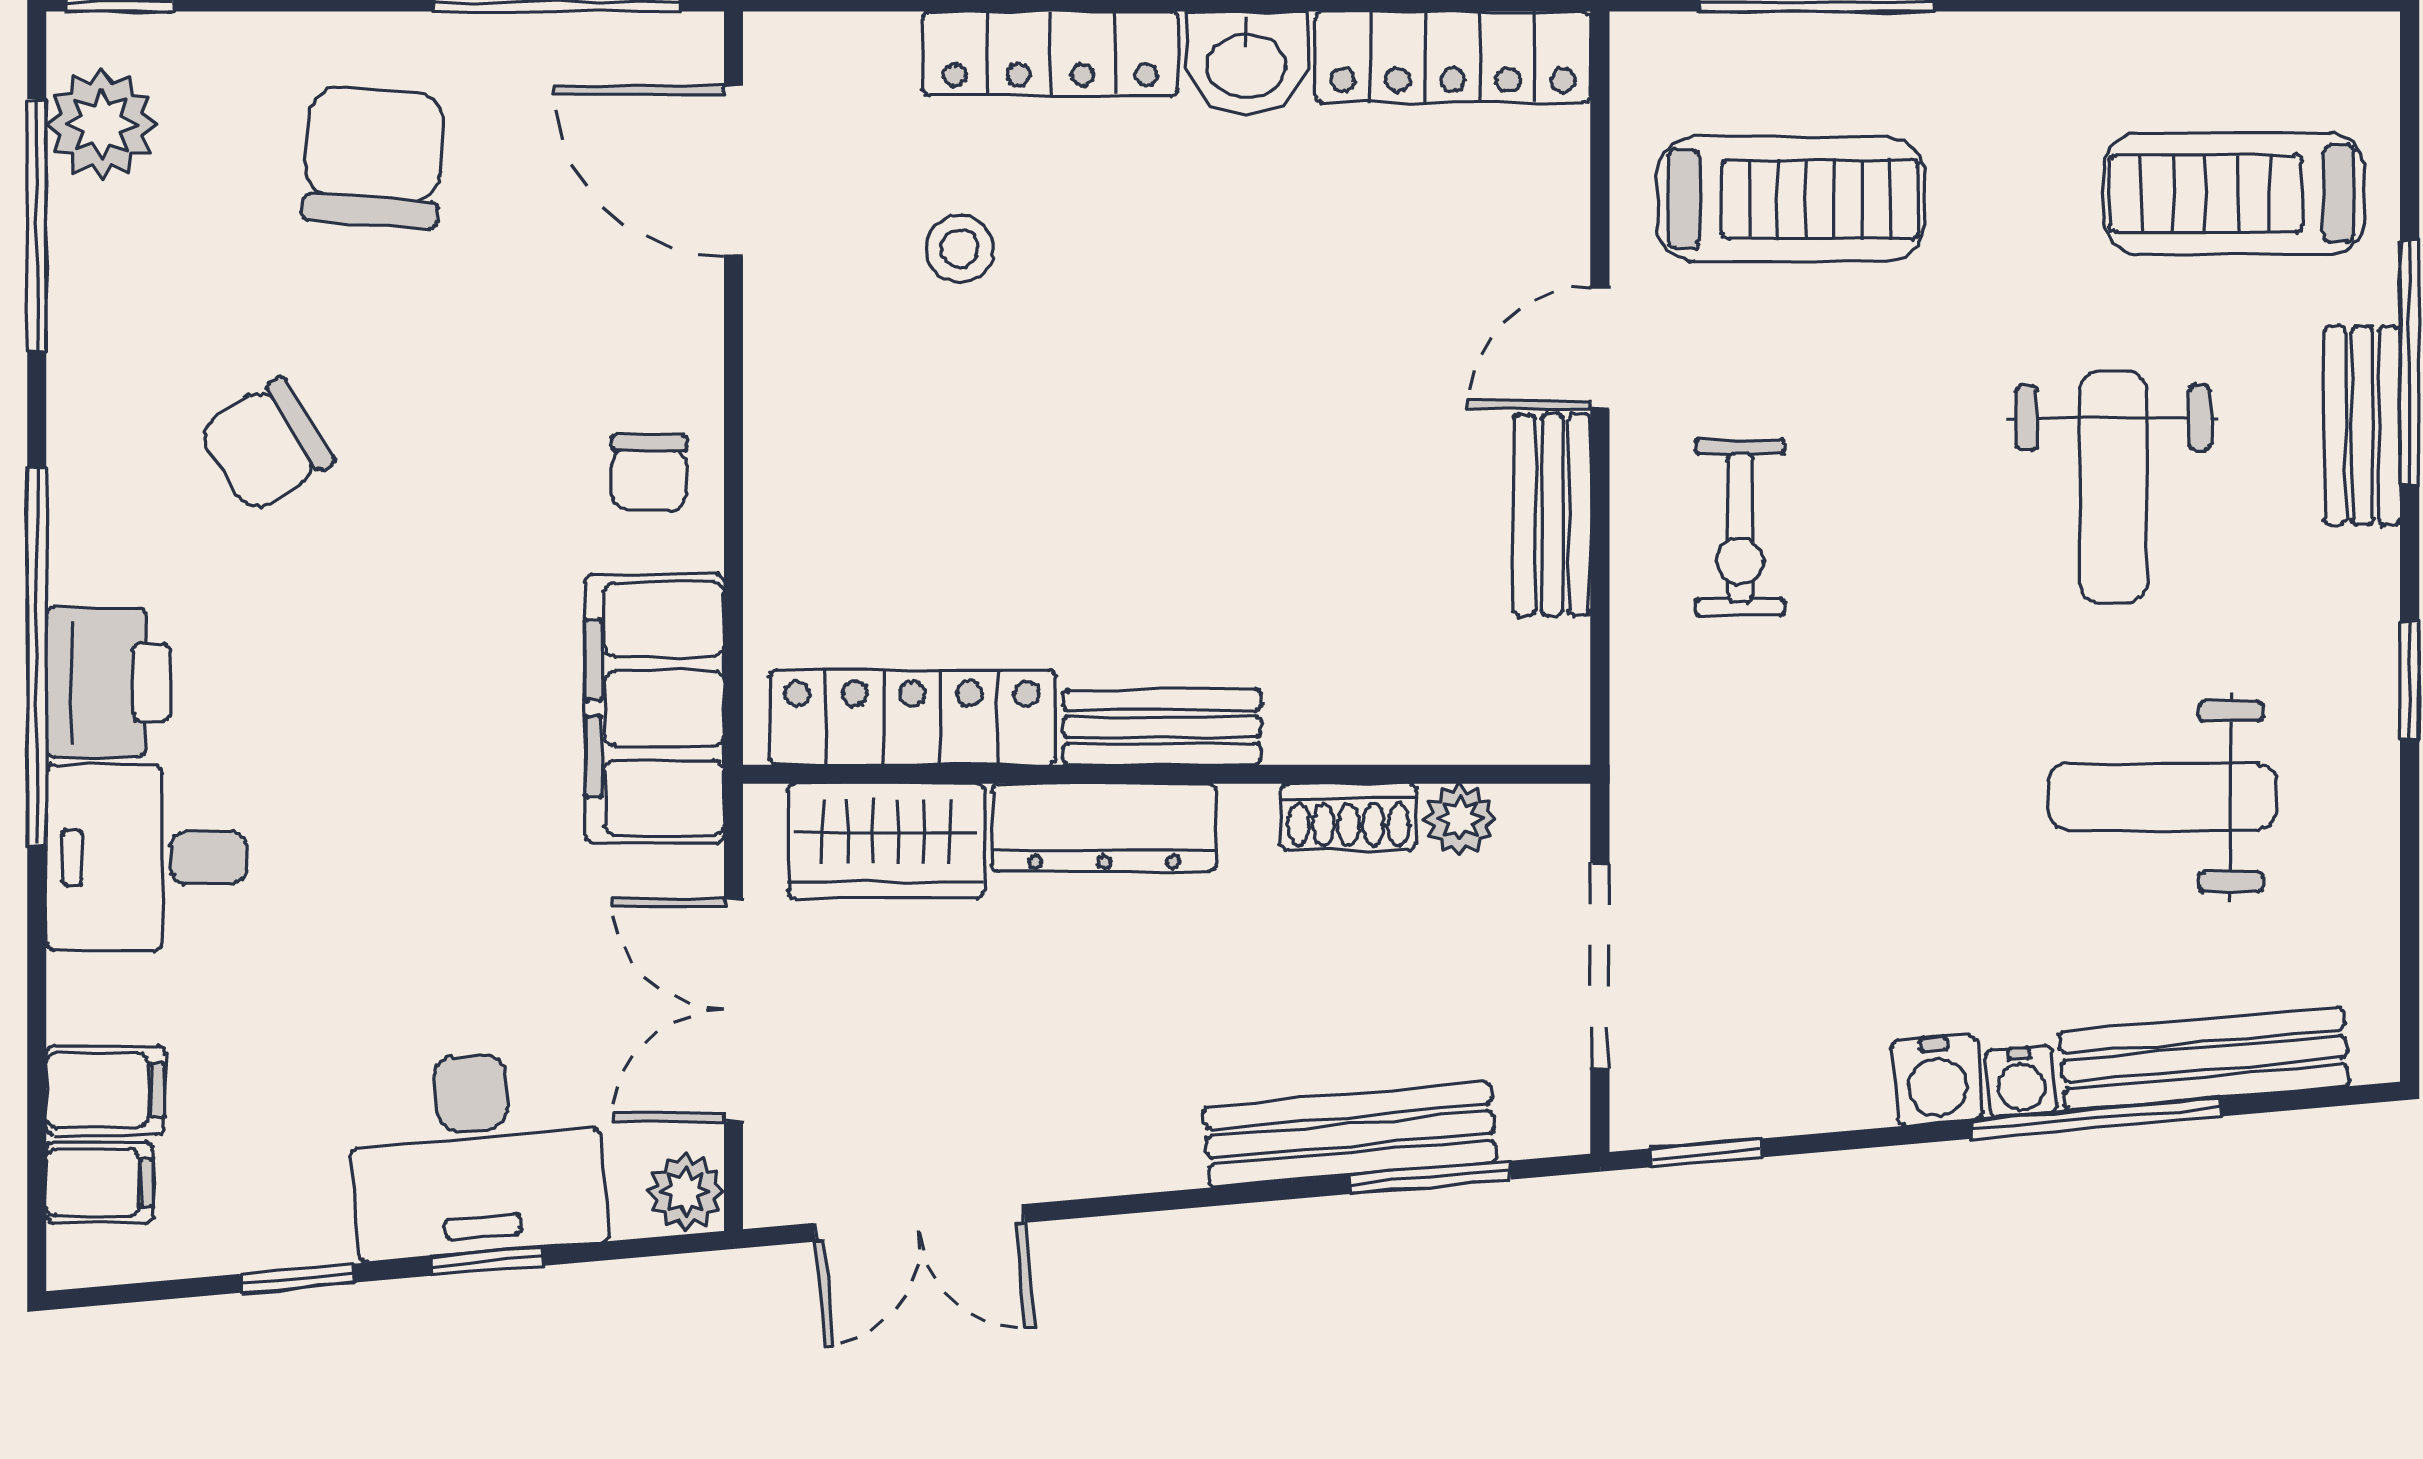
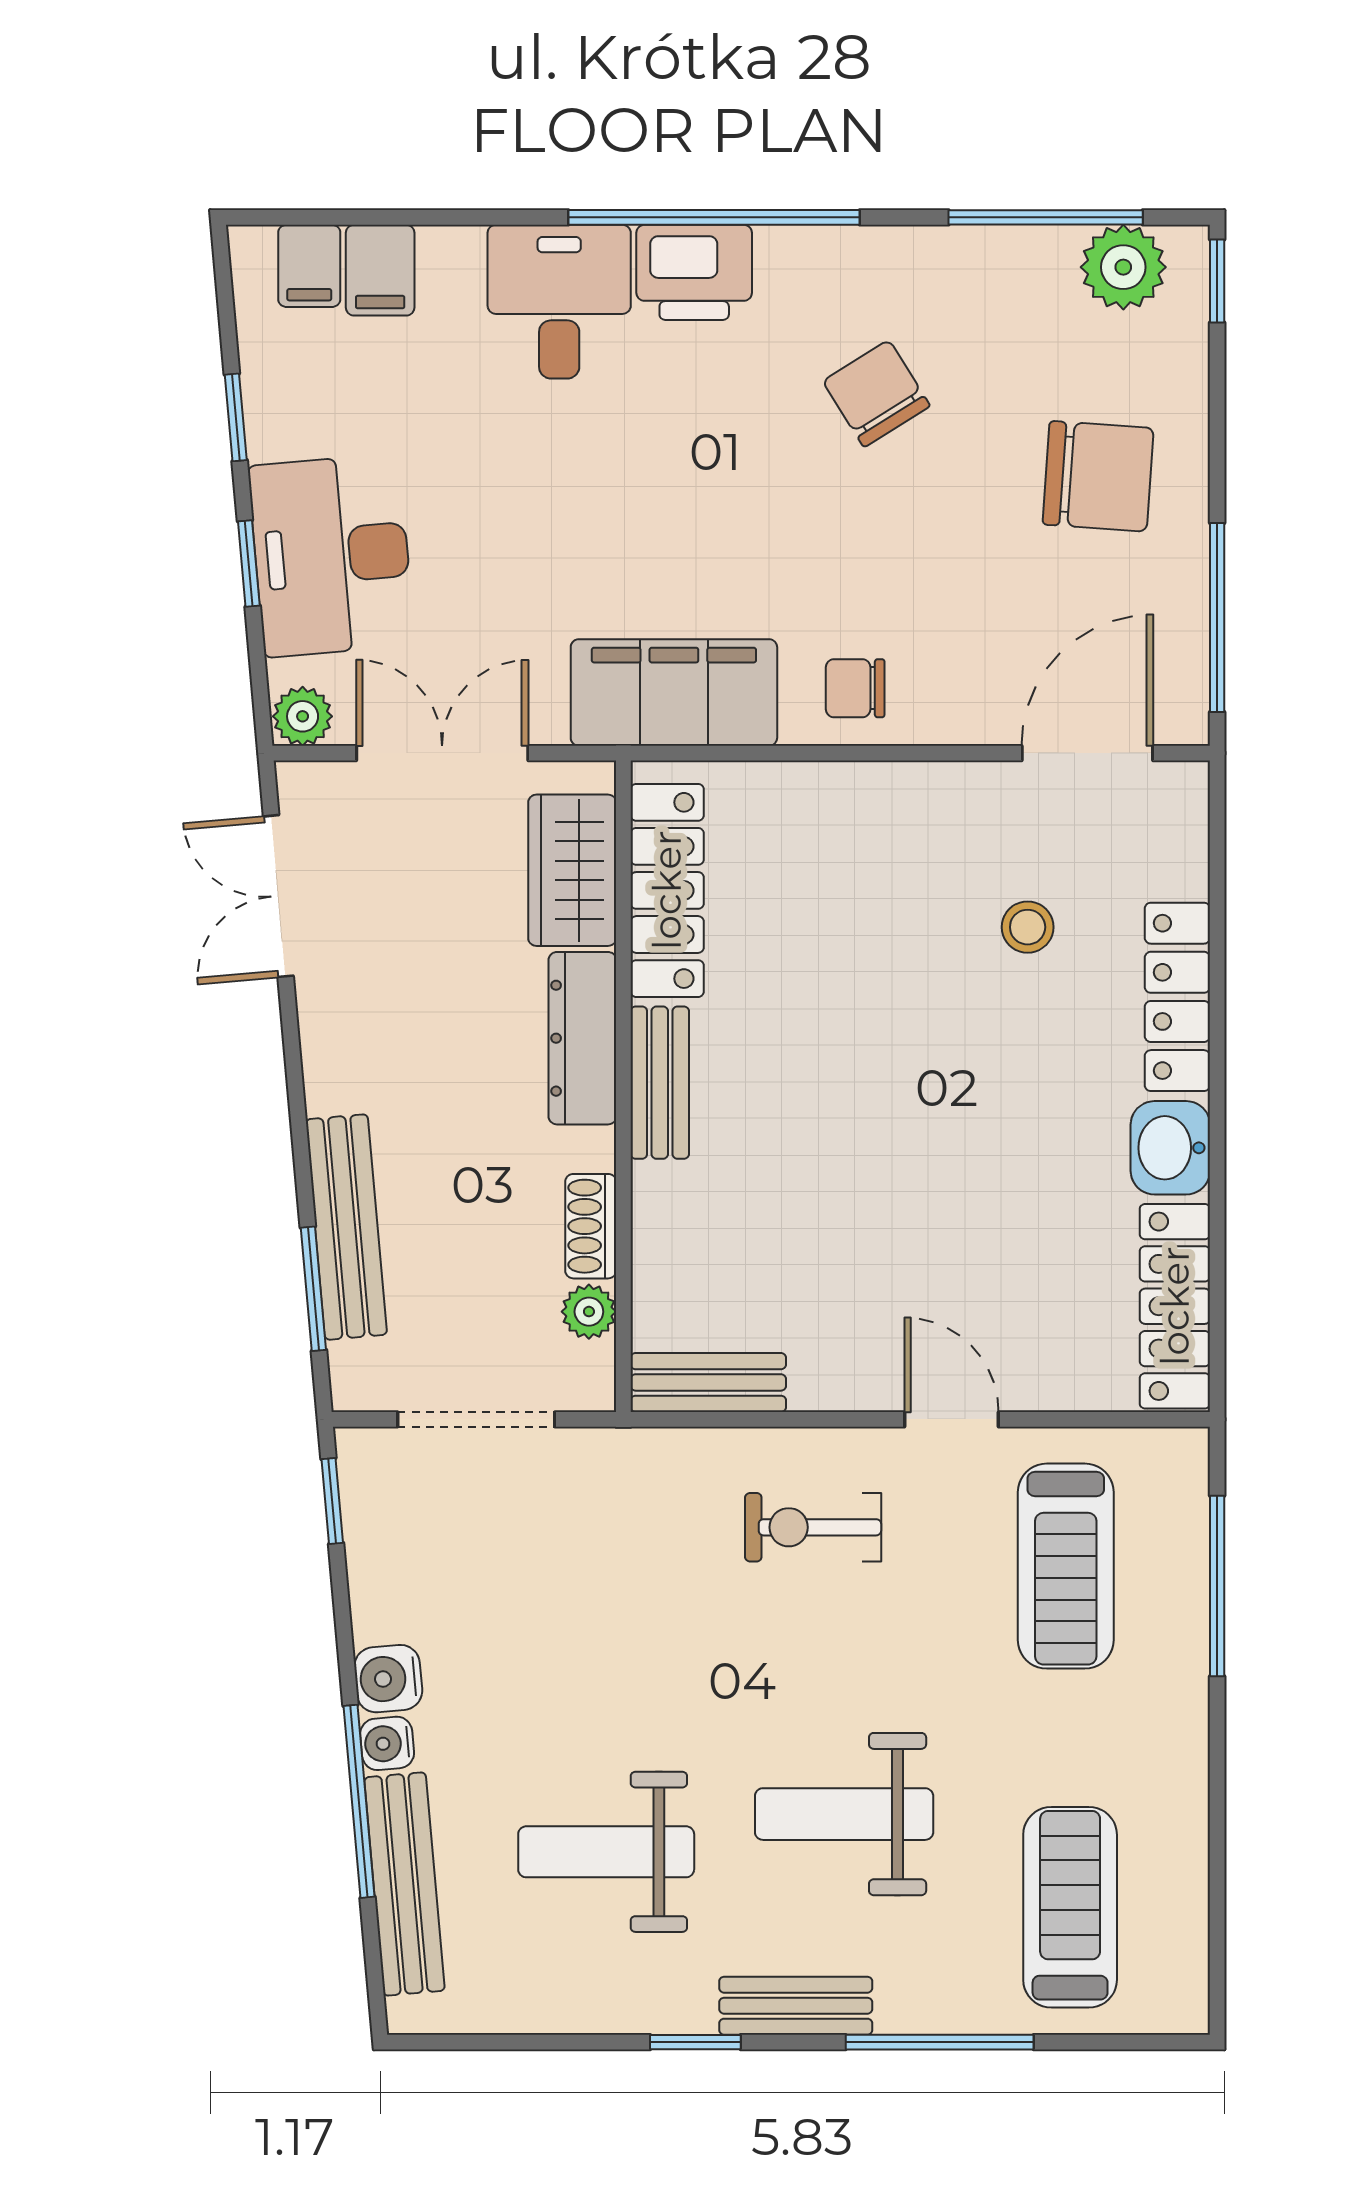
bench: (2362, 426) -> (796, 2006), moved
bench: (1552, 515) -> (708, 1382), moved
weight bench: (2162, 797) -> (606, 1852), turned -90

